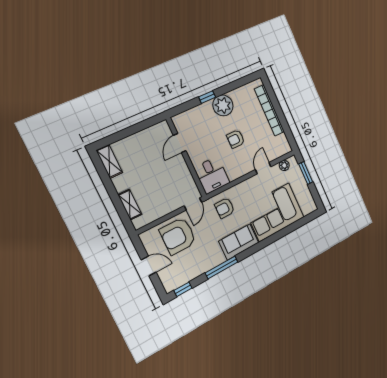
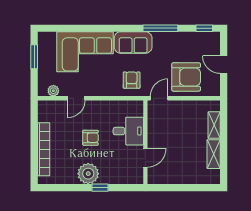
shelving: (109, 161) -> (214, 154), moved
window: (306, 173) -> (34, 57), moved
desk: (212, 175) -> (128, 131), moved, turned 90
armchair: (225, 208) -> (132, 80), turned -90

